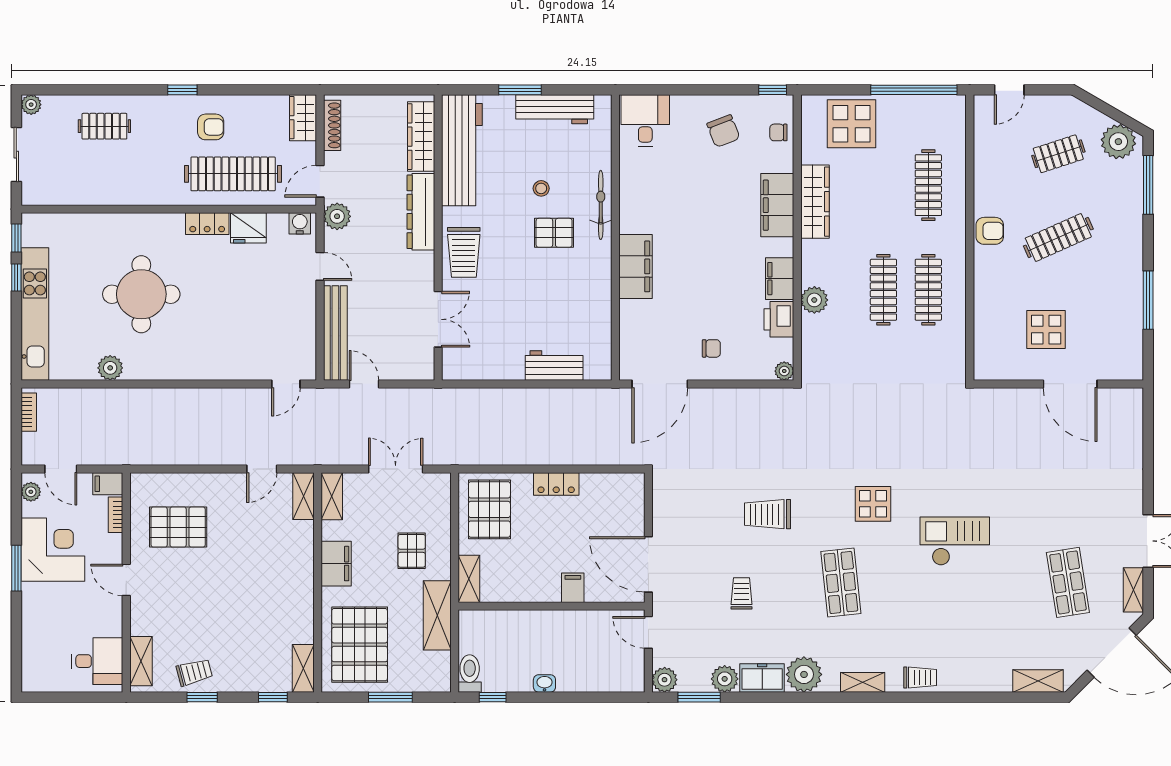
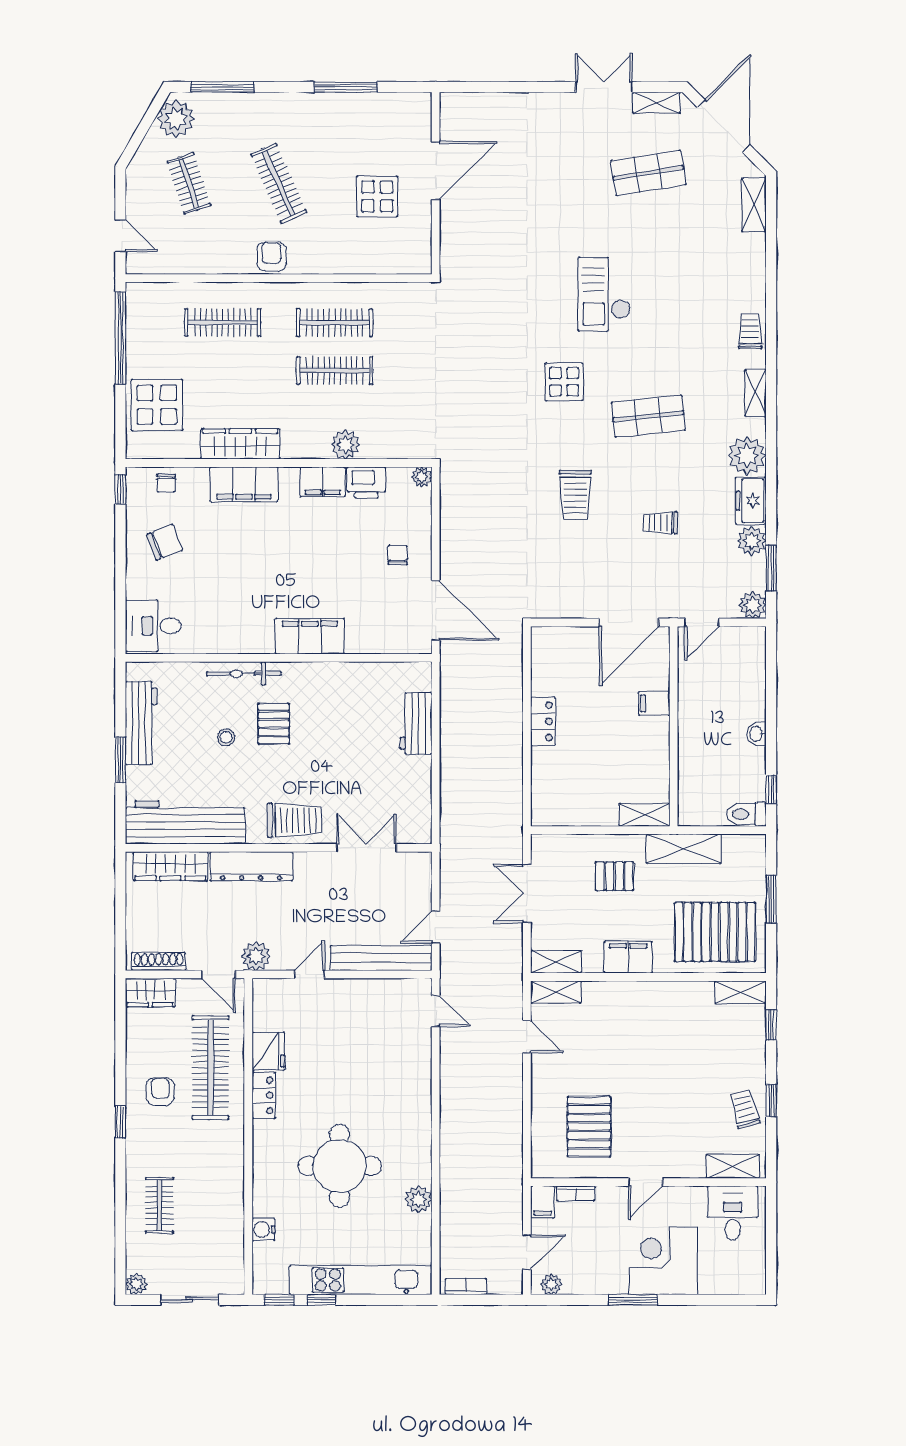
water cooler: (300, 223) -> (264, 1230), moved
pallet: (489, 509) -> (570, 793), removed
corner desk: (53, 550) -> (663, 1261), moved

